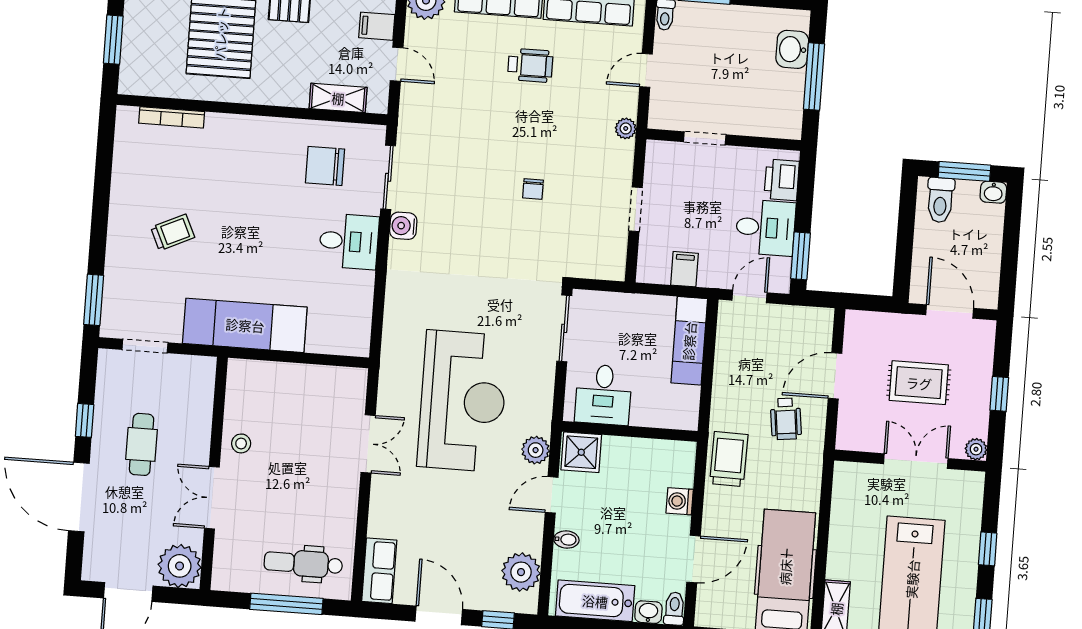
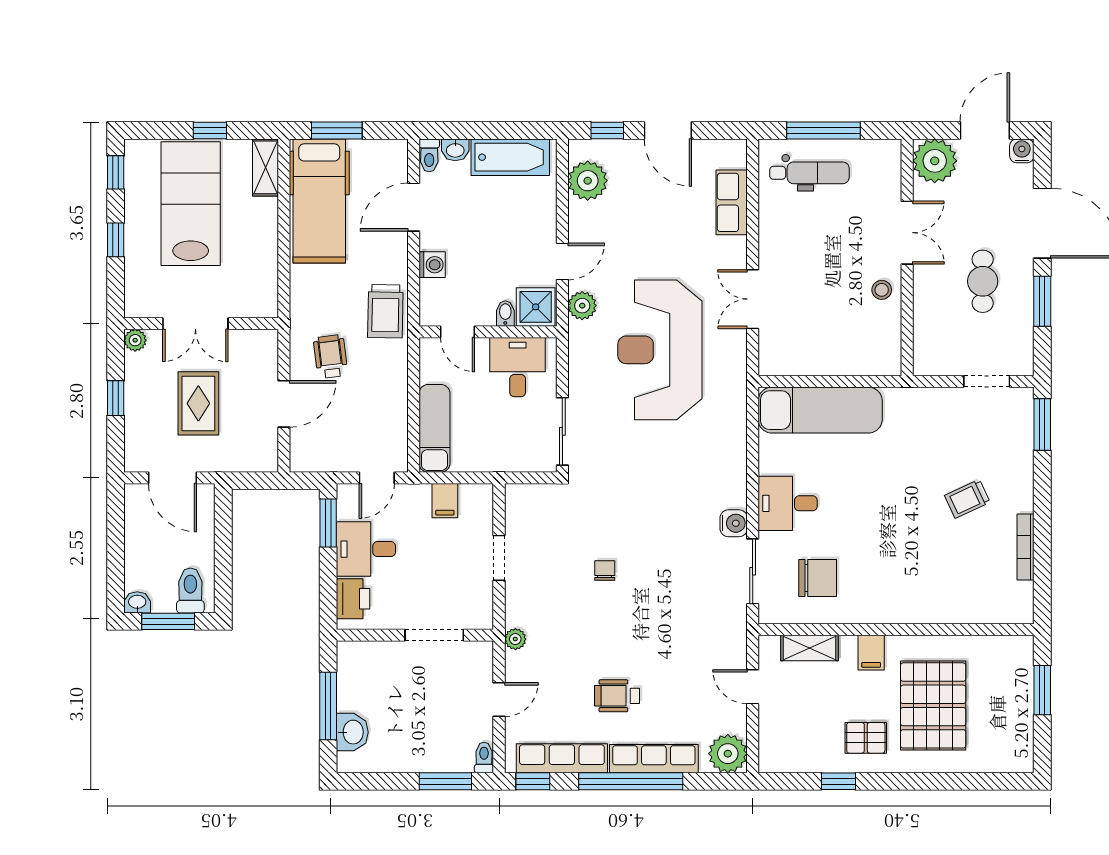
filing cabinet: (377, 26) -> (871, 653), moved, turned 90
bookcase: (172, 117) -> (1025, 547), moved, turned -90
doorway: (705, 138) -> (434, 635), width x1.38
exam couch: (245, 325) -> (820, 410), moved
rug: (919, 383) -> (198, 403), turned 90
window: (85, 420) -> (1042, 301), width x1.50
door: (660, 434) -> (458, 332), added
bidet: (566, 540) -> (505, 313), moved, turned 90
water cooler: (94, 569) -> (1022, 151), added
row of seats: (379, 571) -> (732, 202), moved

